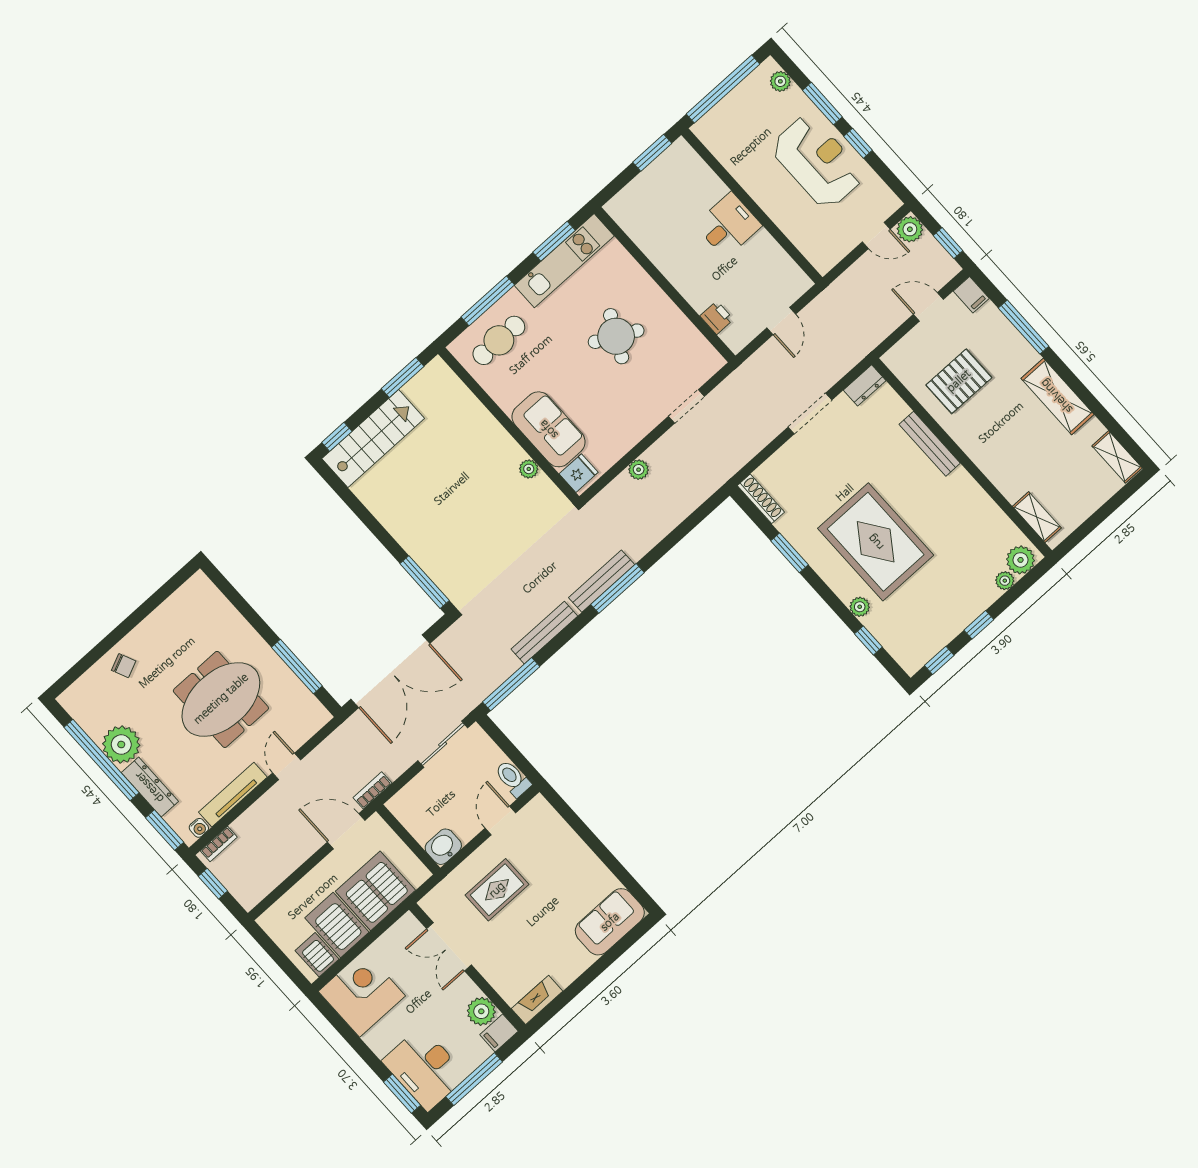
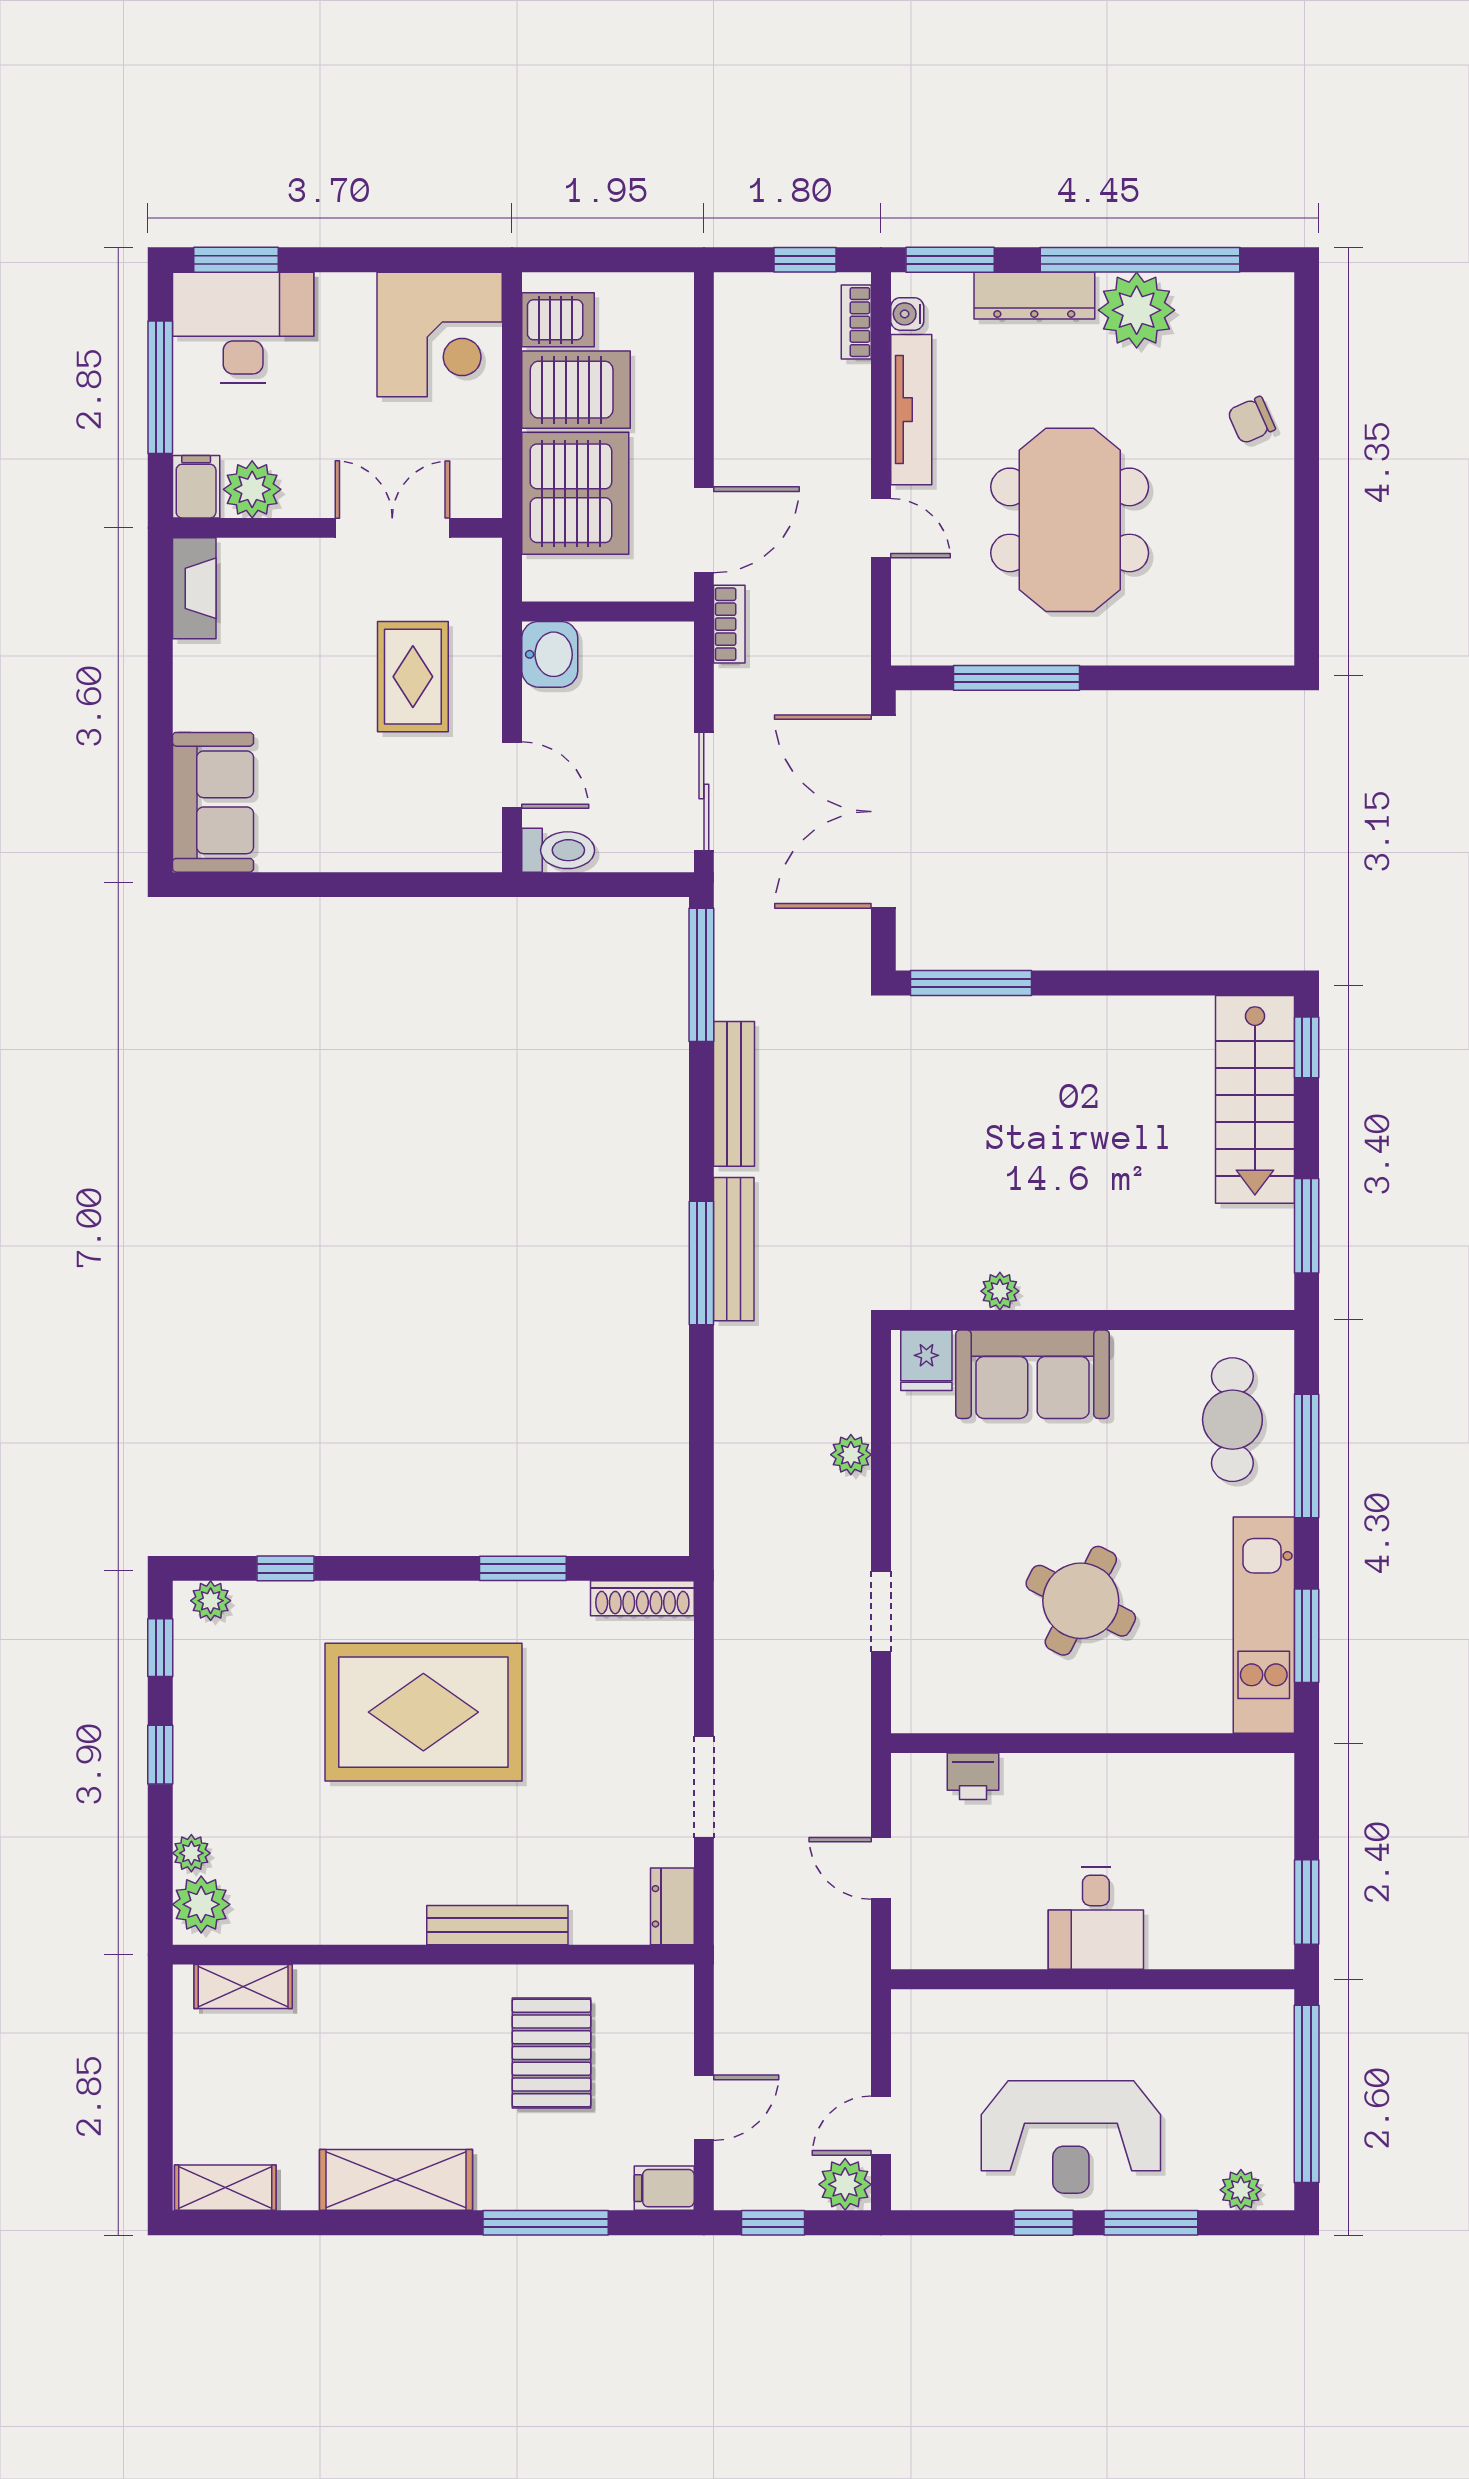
plant: (860, 607) -> (211, 1601), moved

